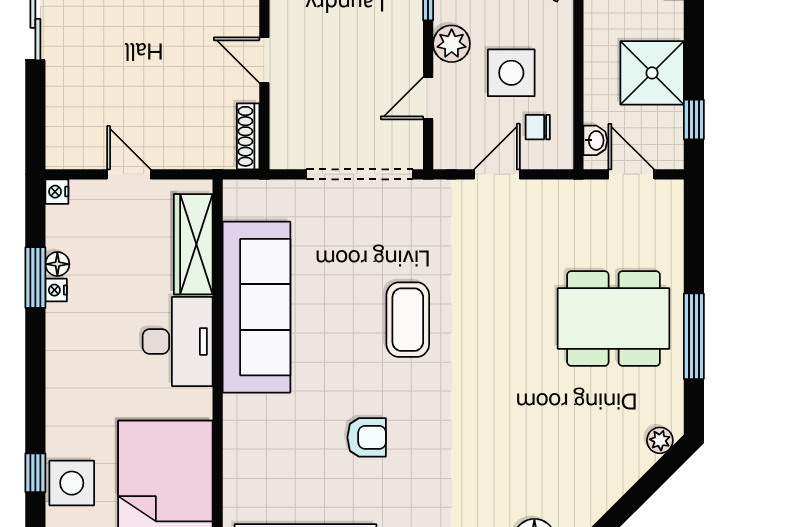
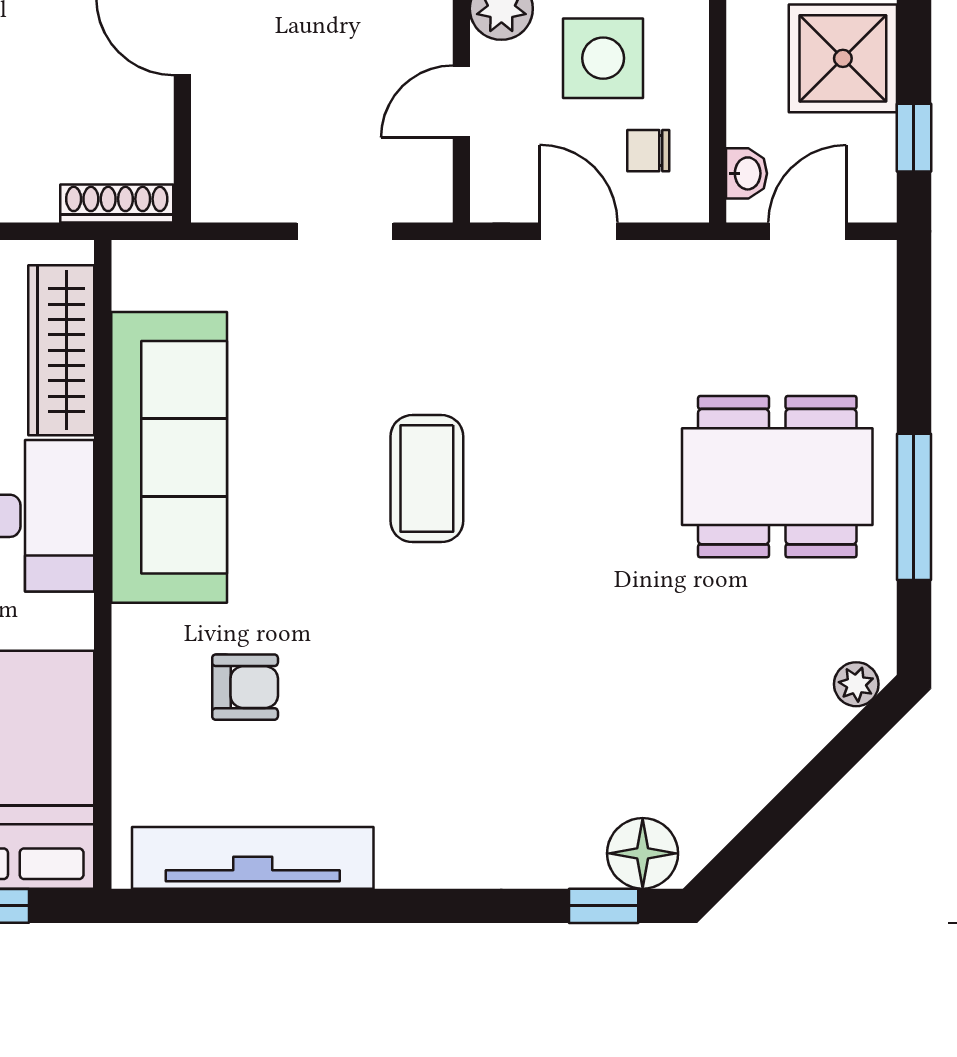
shoe rack: (248, 136) -> (117, 204), moved, turned 90
doorway: (360, 174) -> (345, 231), width x0.53
door: (497, 174) -> (579, 231), hinge flipped
door: (631, 174) -> (807, 231), hinge flipped
armchair: (367, 437) -> (245, 687), moved

